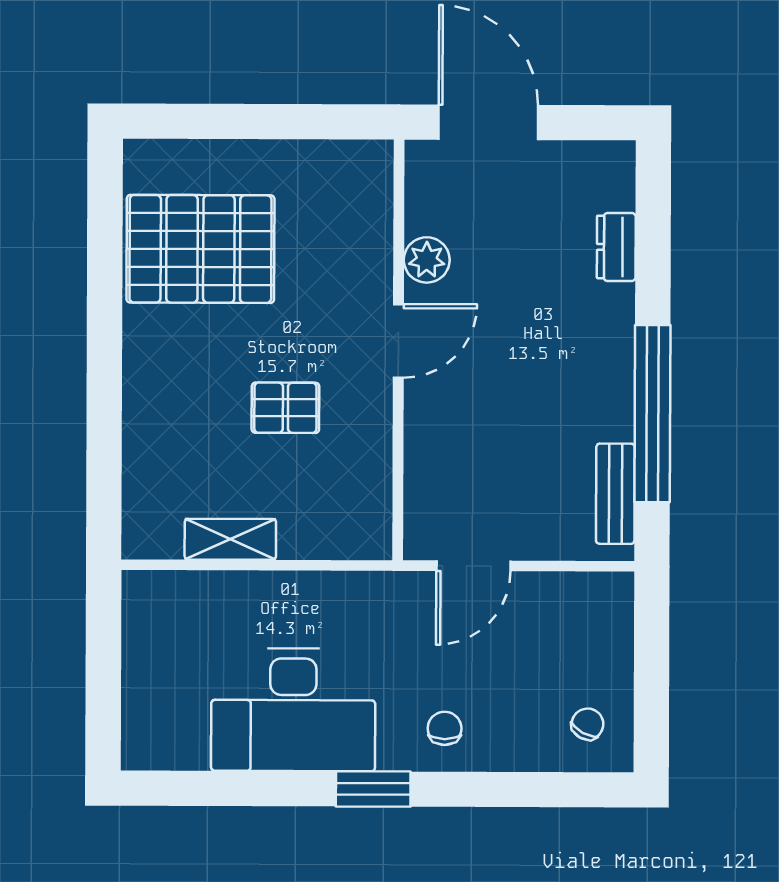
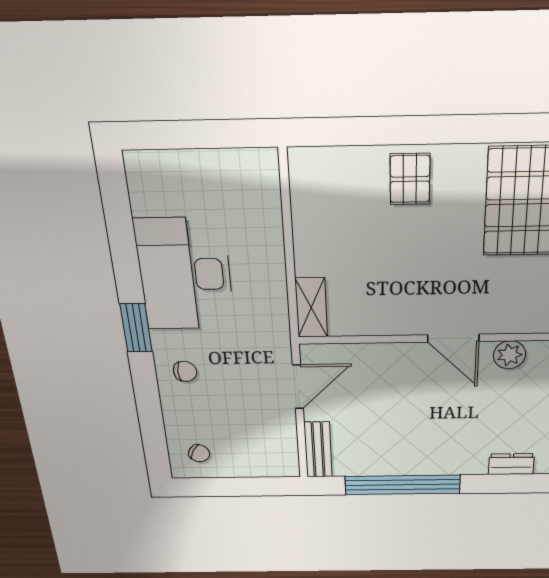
pallet: (285, 408) -> (410, 179), moved
bench: (615, 494) -> (318, 450), moved, turned 90
shelving: (230, 539) -> (311, 308), moved
door: (473, 566) -> (298, 387), swing flipped

